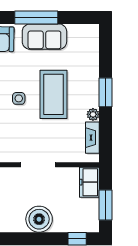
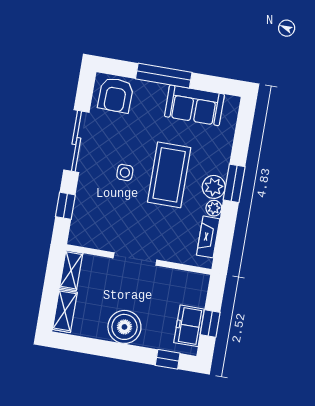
sofa: (44, 37) -> (194, 105), moved
plant: (90, 98) -> (214, 187), added
freezer: (89, 182) -> (189, 326), moved
window: (106, 205) -> (210, 323), width x0.67

